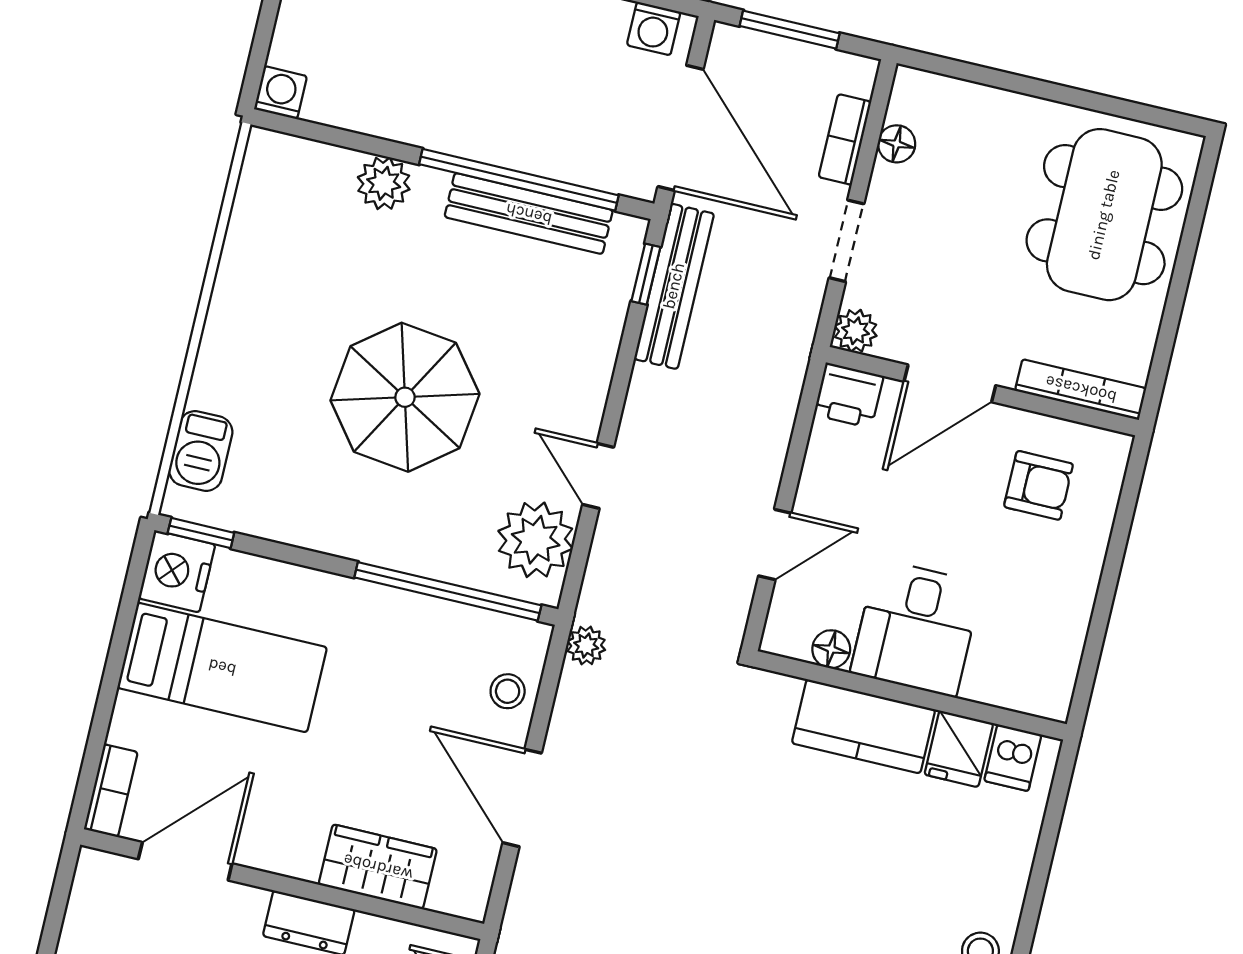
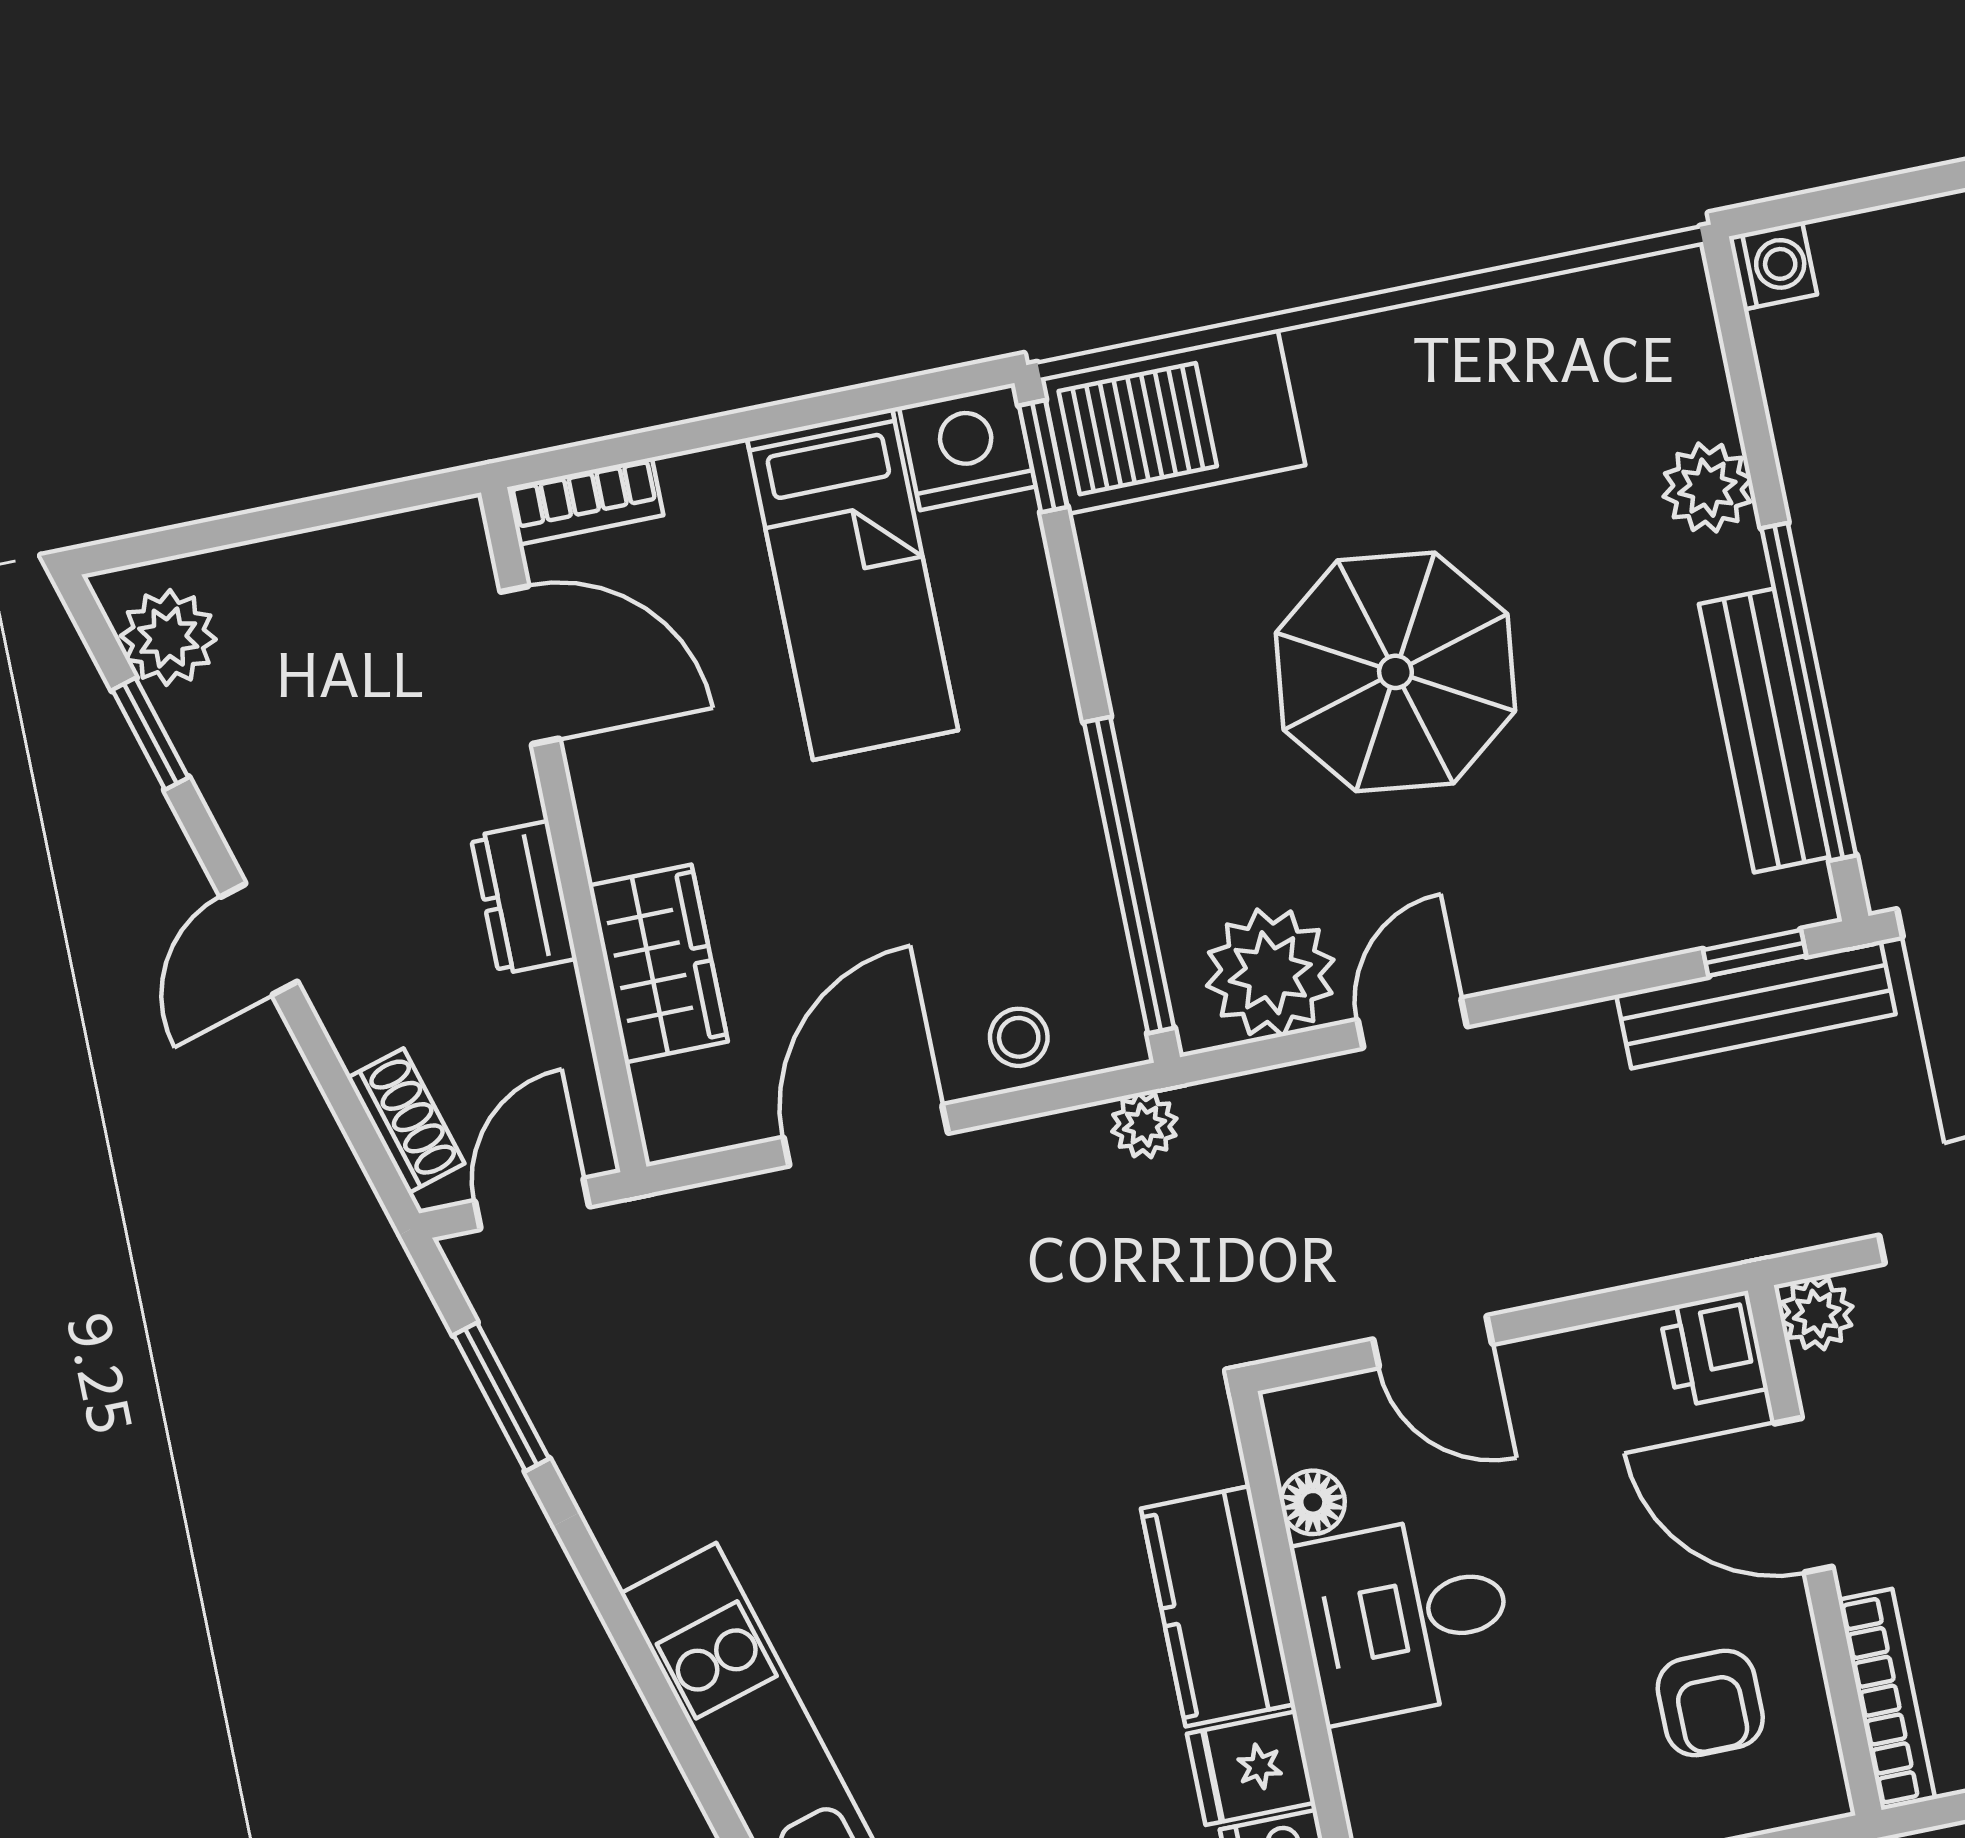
barbecue: (201, 451) -> (1173, 421), width x1.88, depth x1.53

